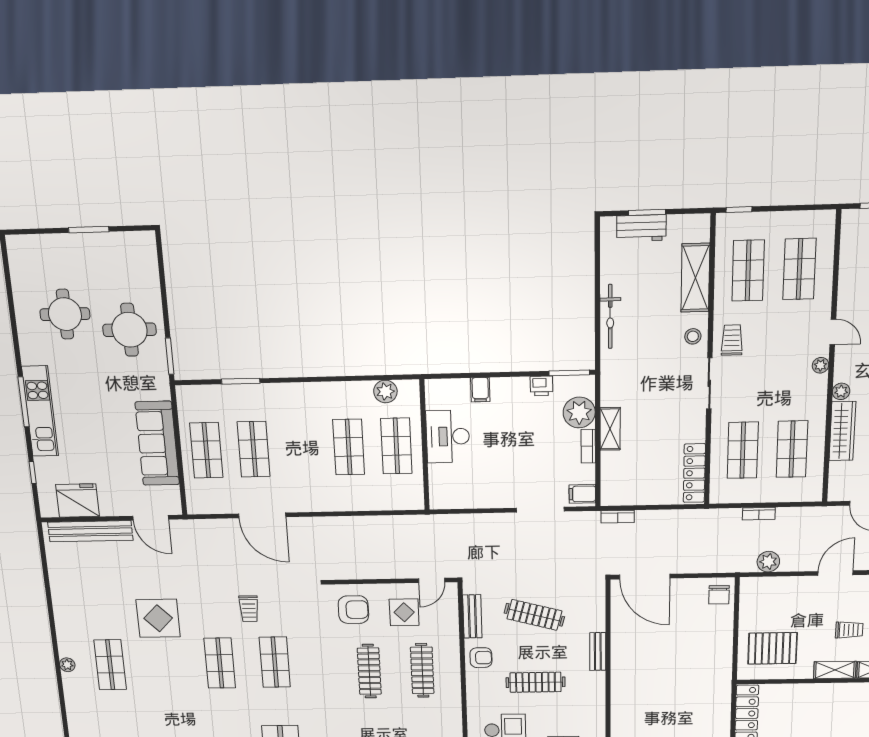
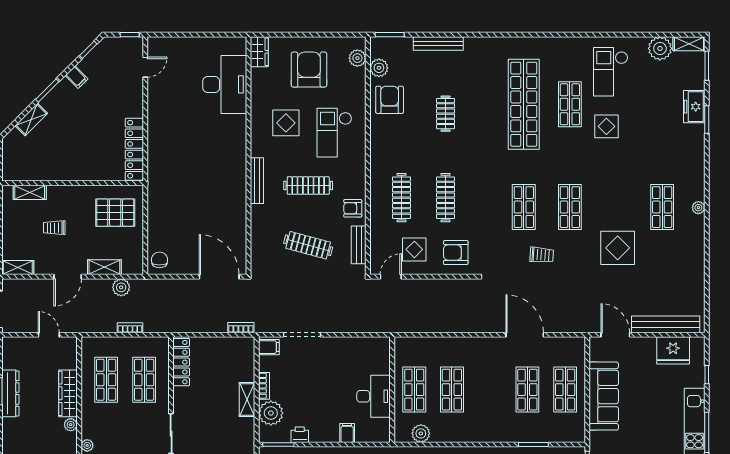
trolley: (249, 609) -> (542, 255), turned 94
bench: (598, 651) -> (257, 181), moved, width x1.36
shelving: (835, 670) -> (104, 267), moved

